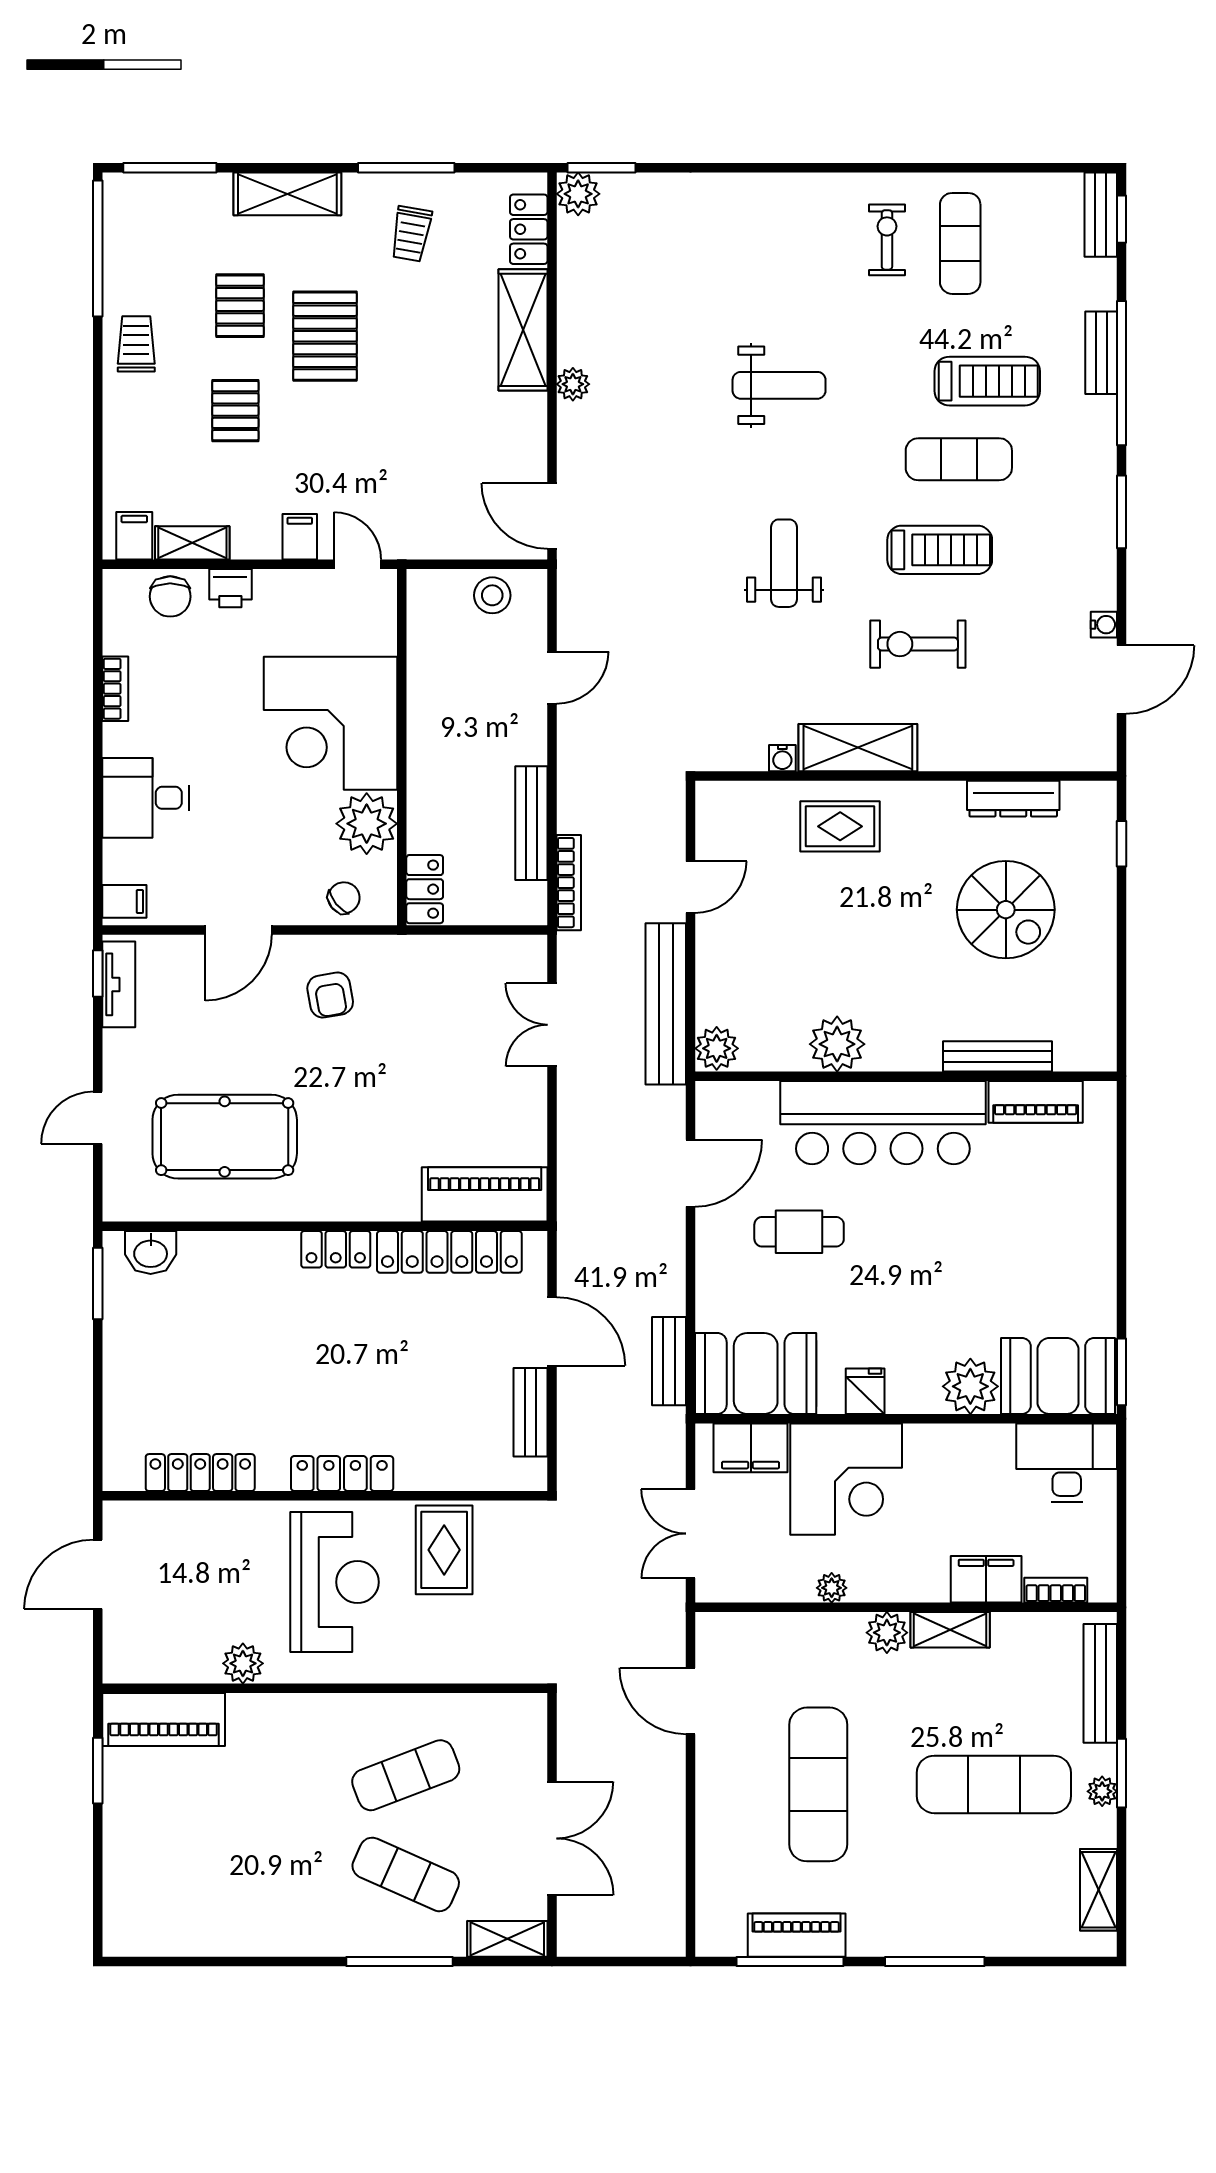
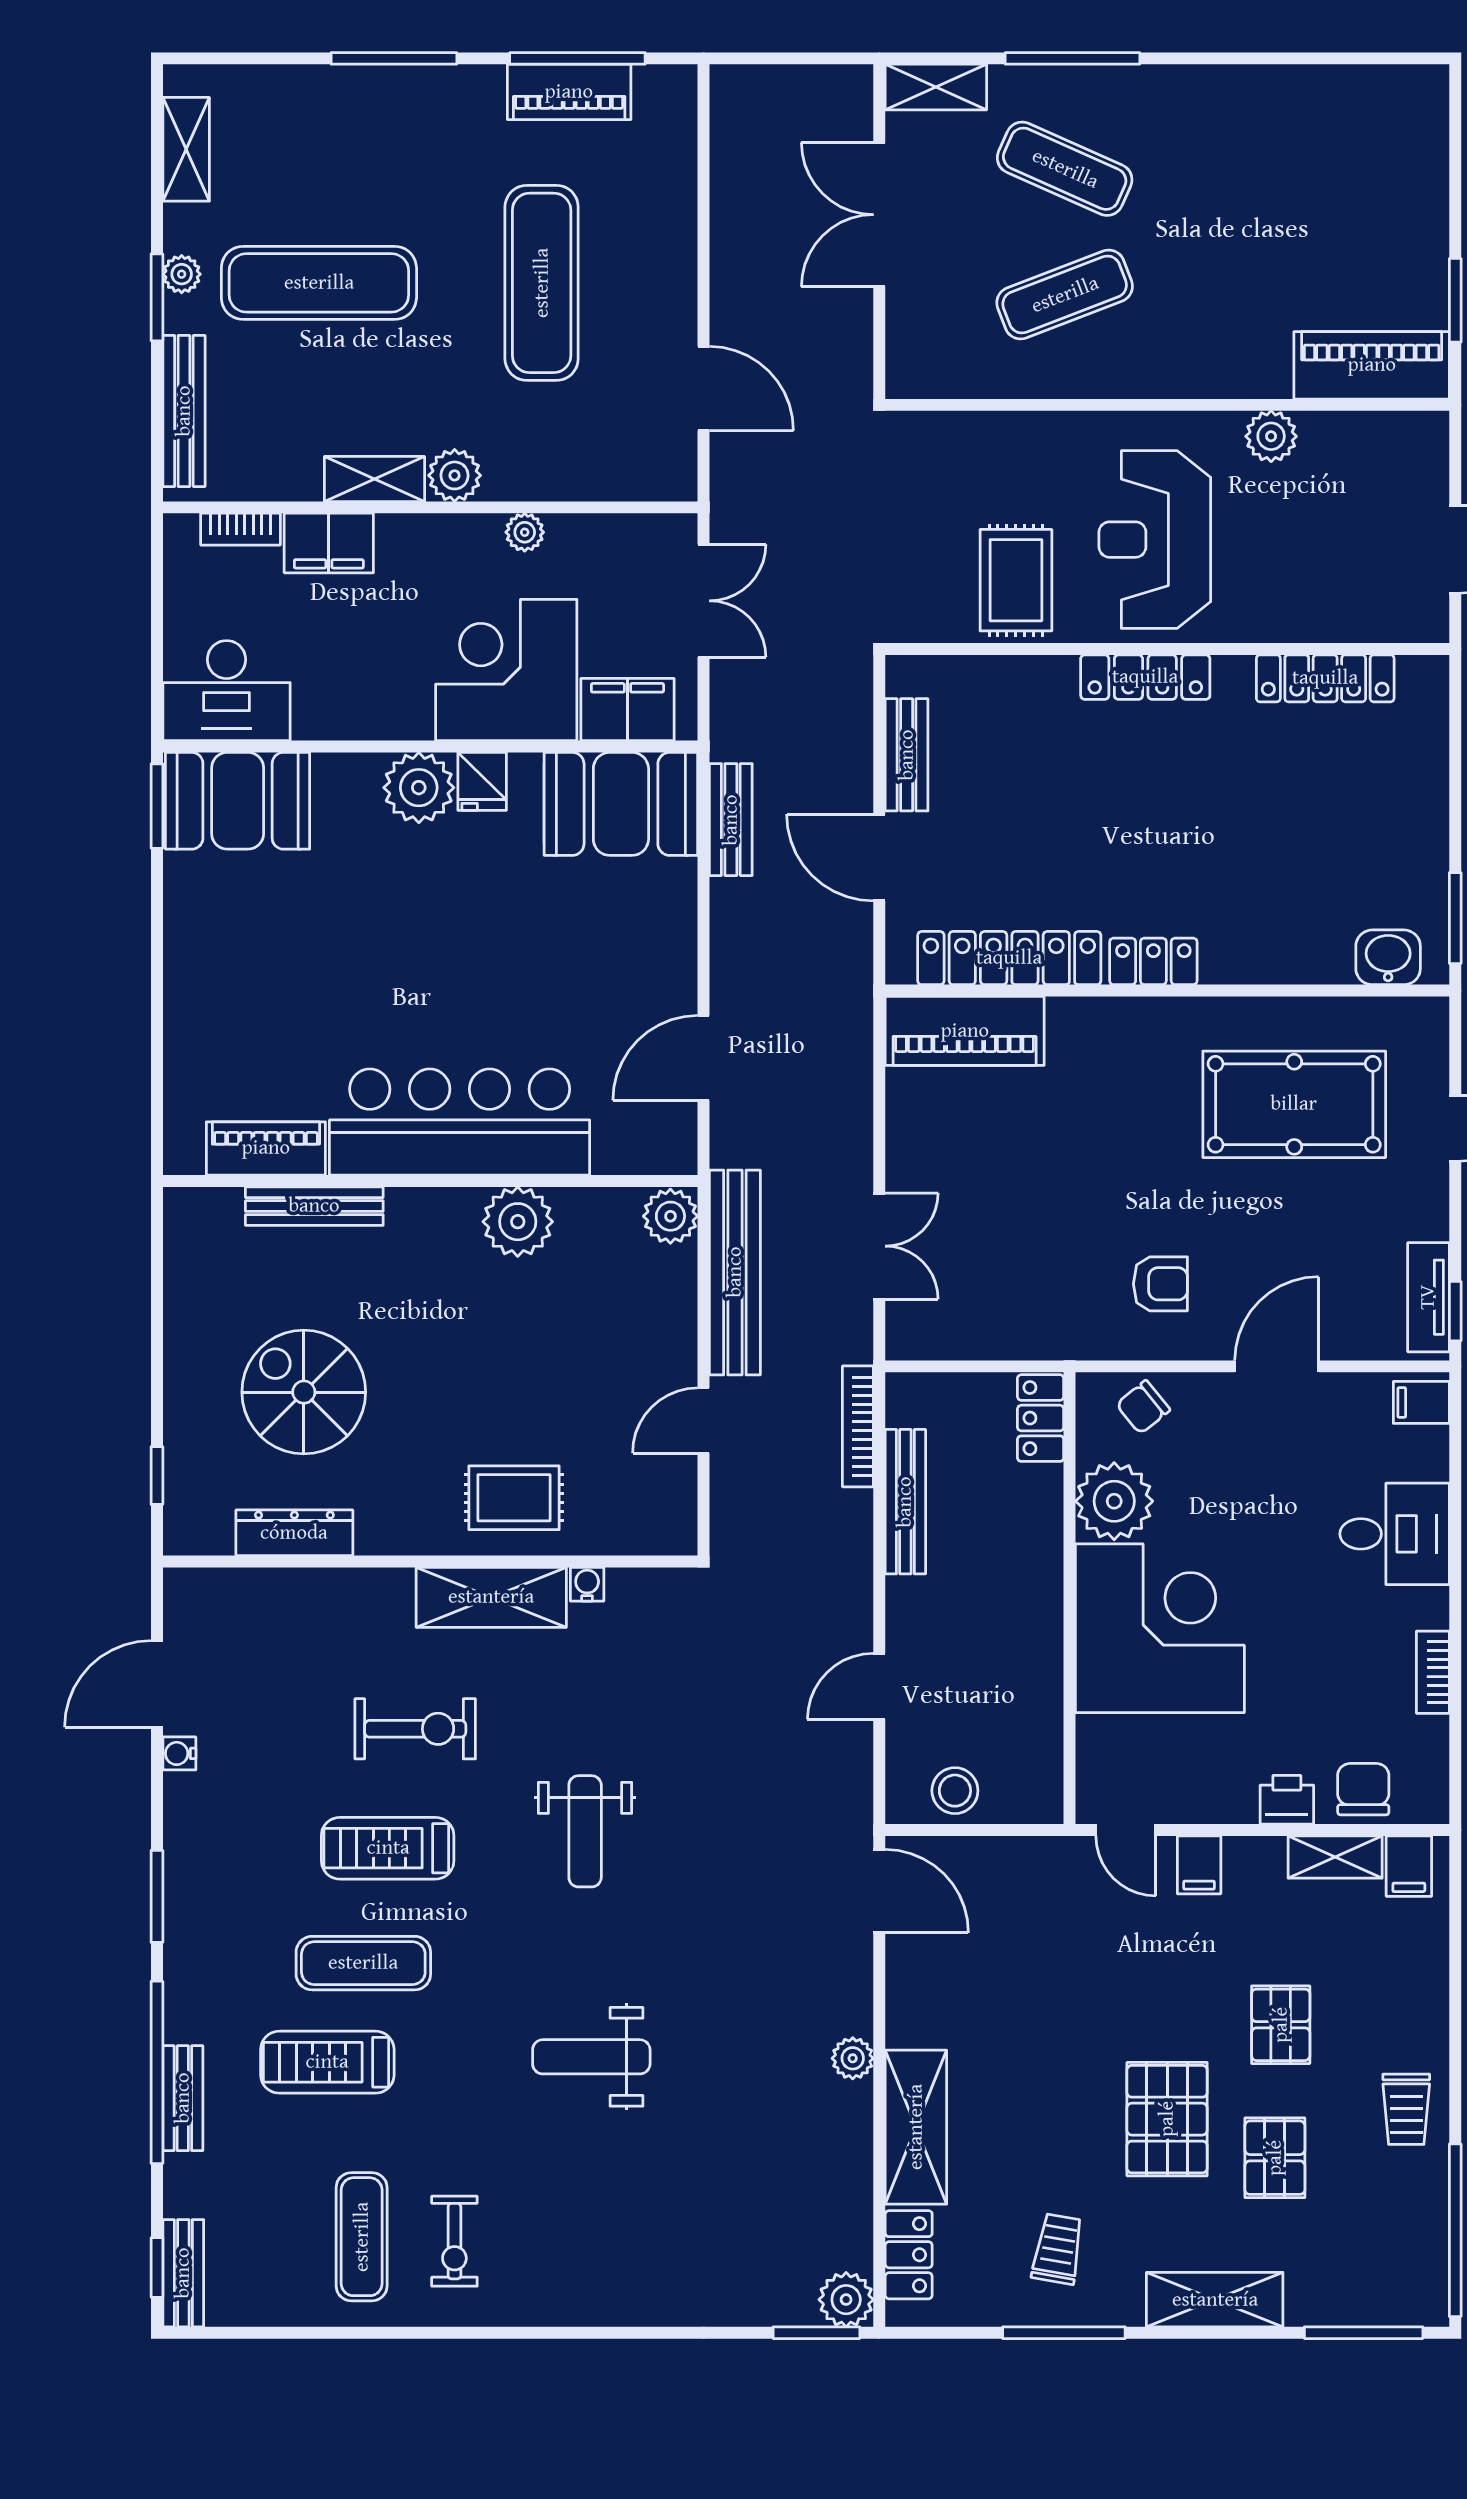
armchair: (330, 995) -> (1160, 1284), turned 100
cafe table: (799, 1232) -> (566, 984), removed
plant: (970, 1386) -> (419, 788), moved

